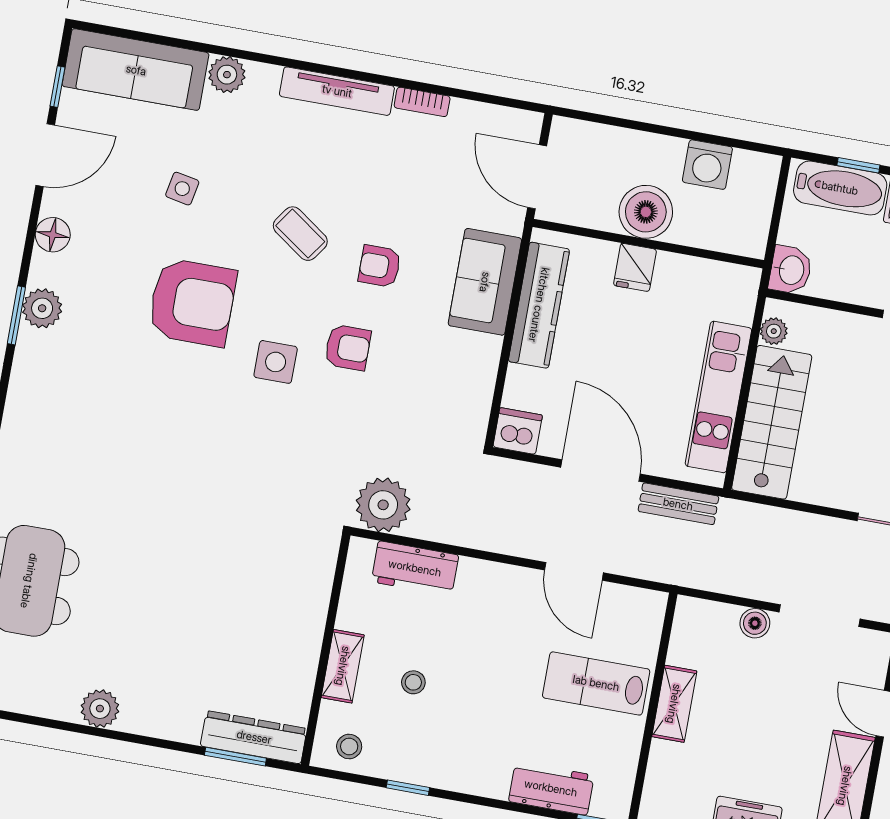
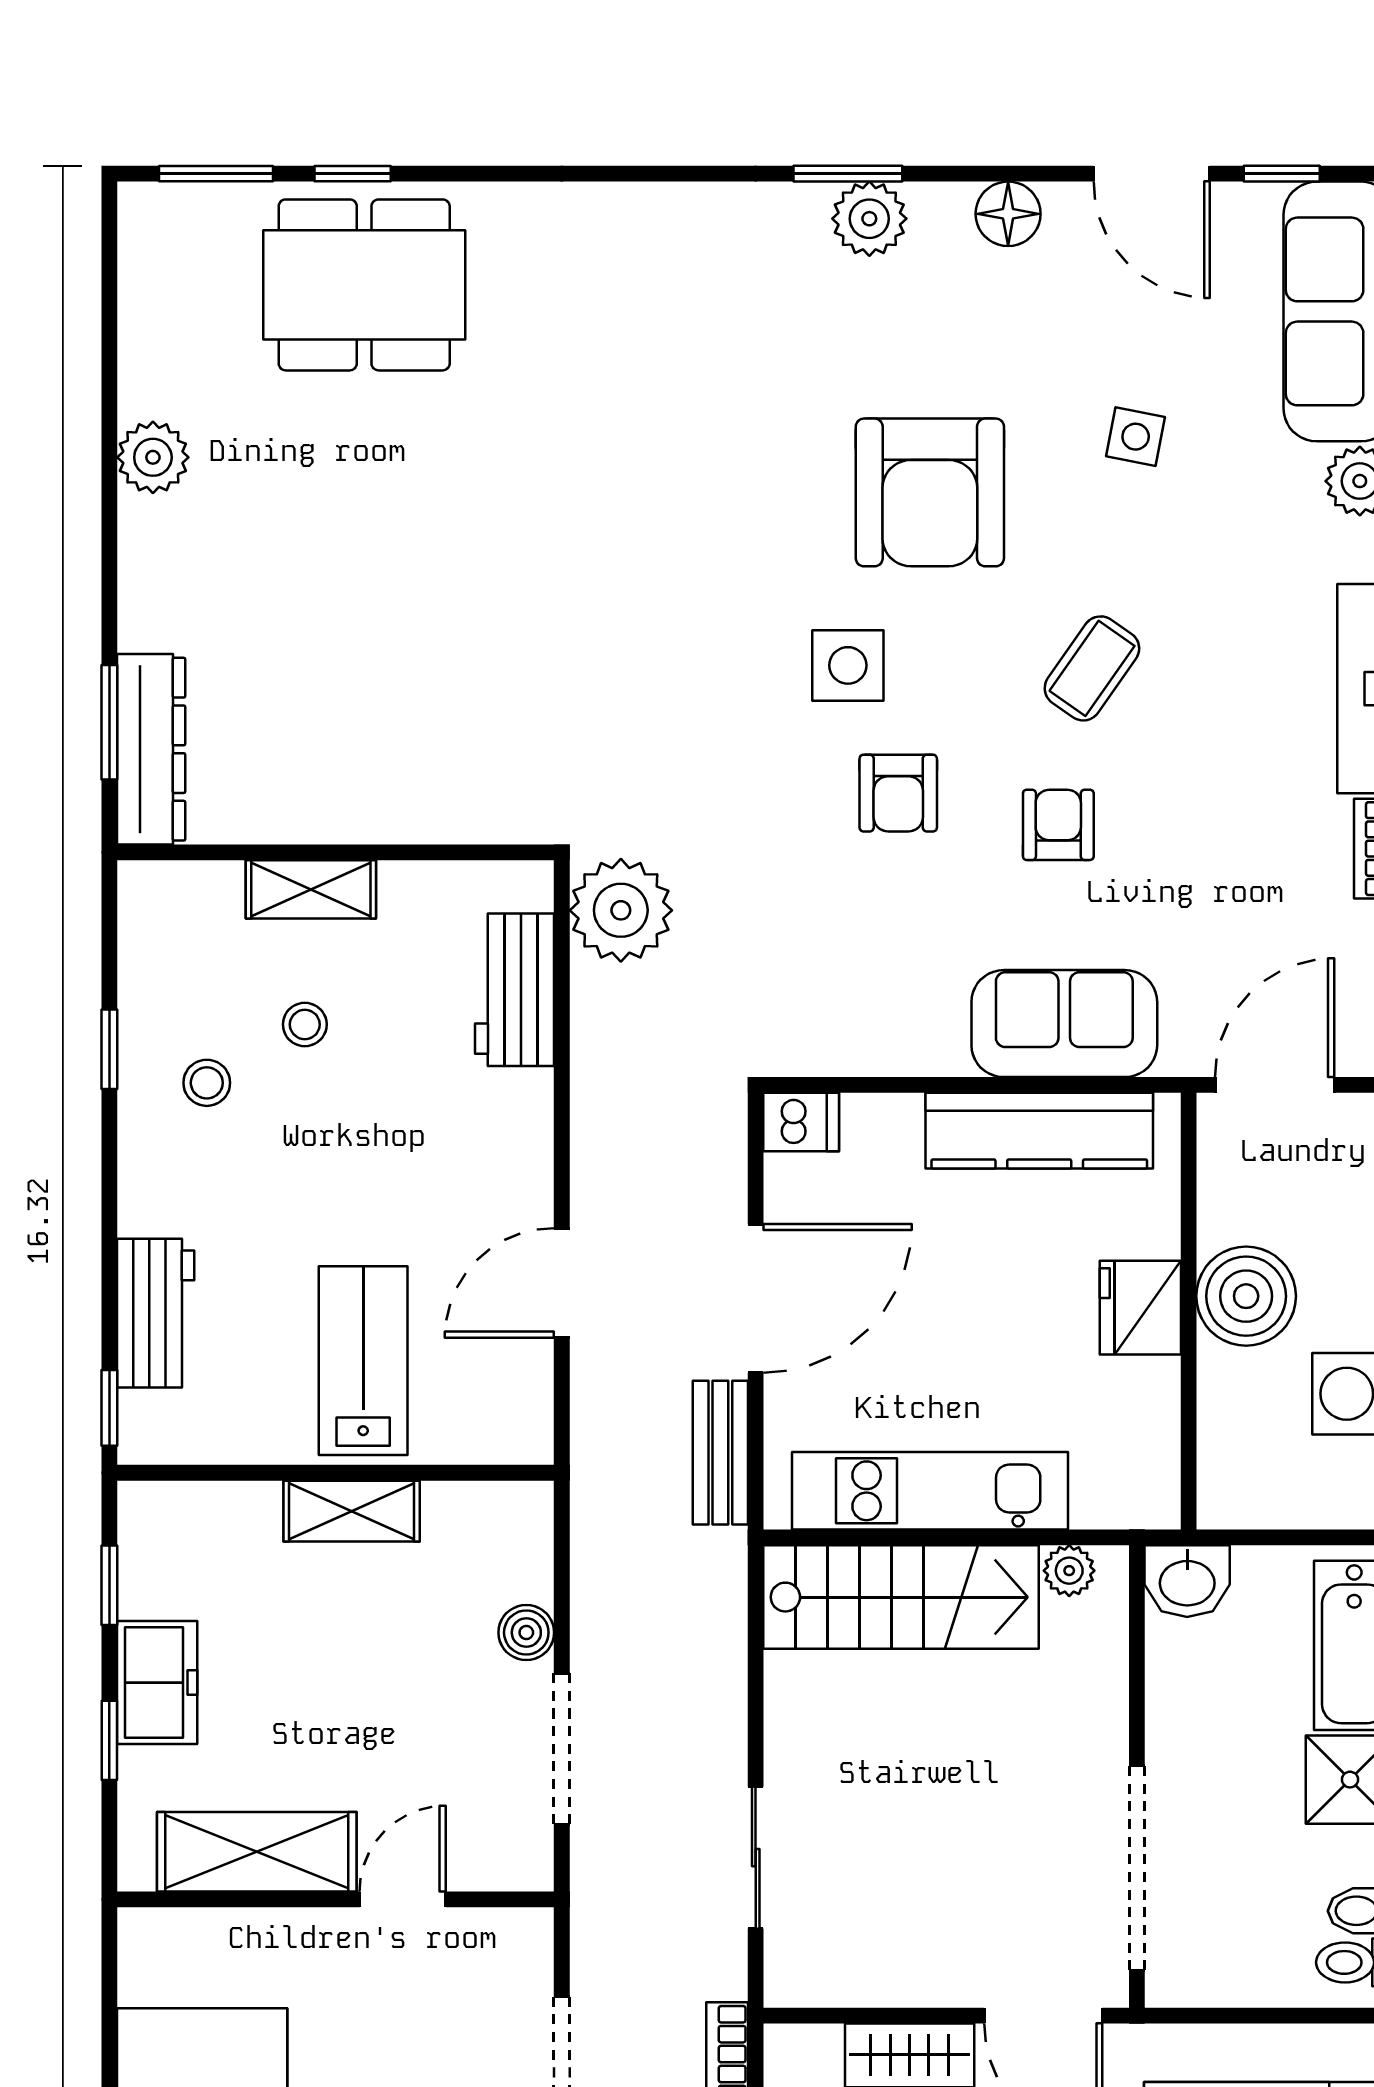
fridge: (635, 267) -> (1140, 1308), width x1.38
dishwasher: (518, 431) -> (801, 1122), width x0.73
stool: (349, 747) -> (207, 1083), moved

